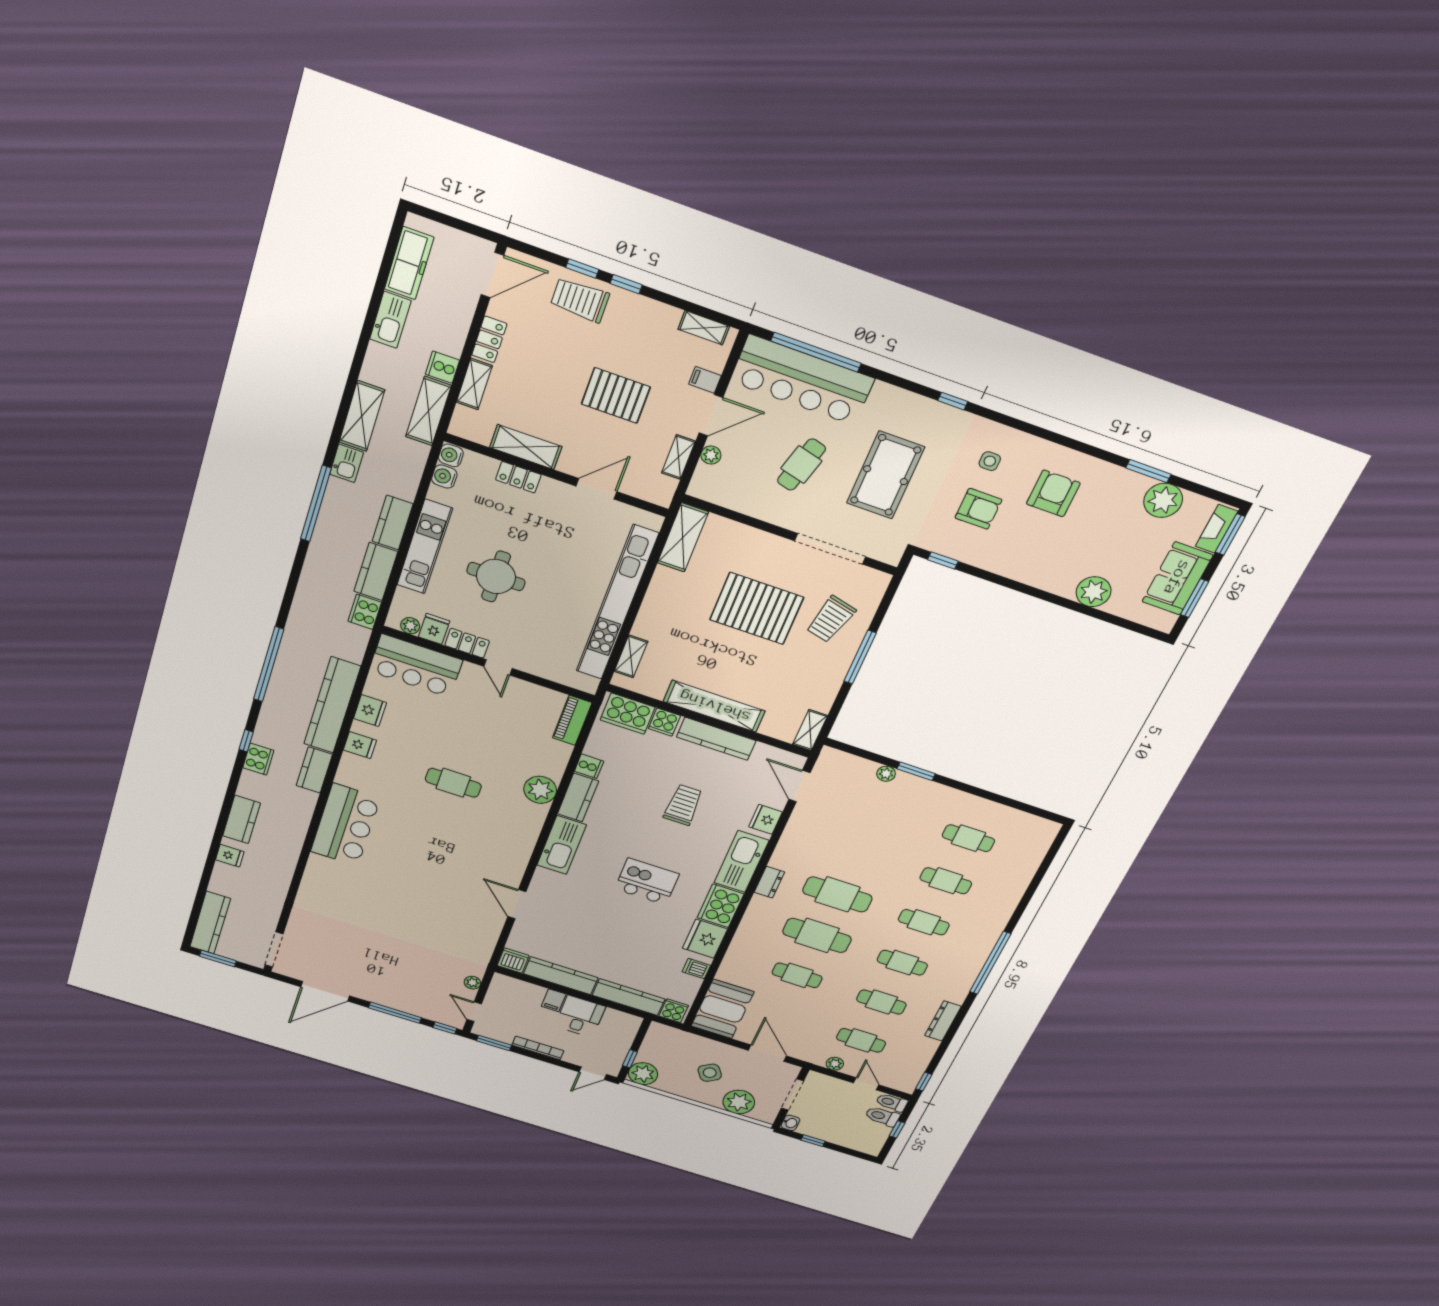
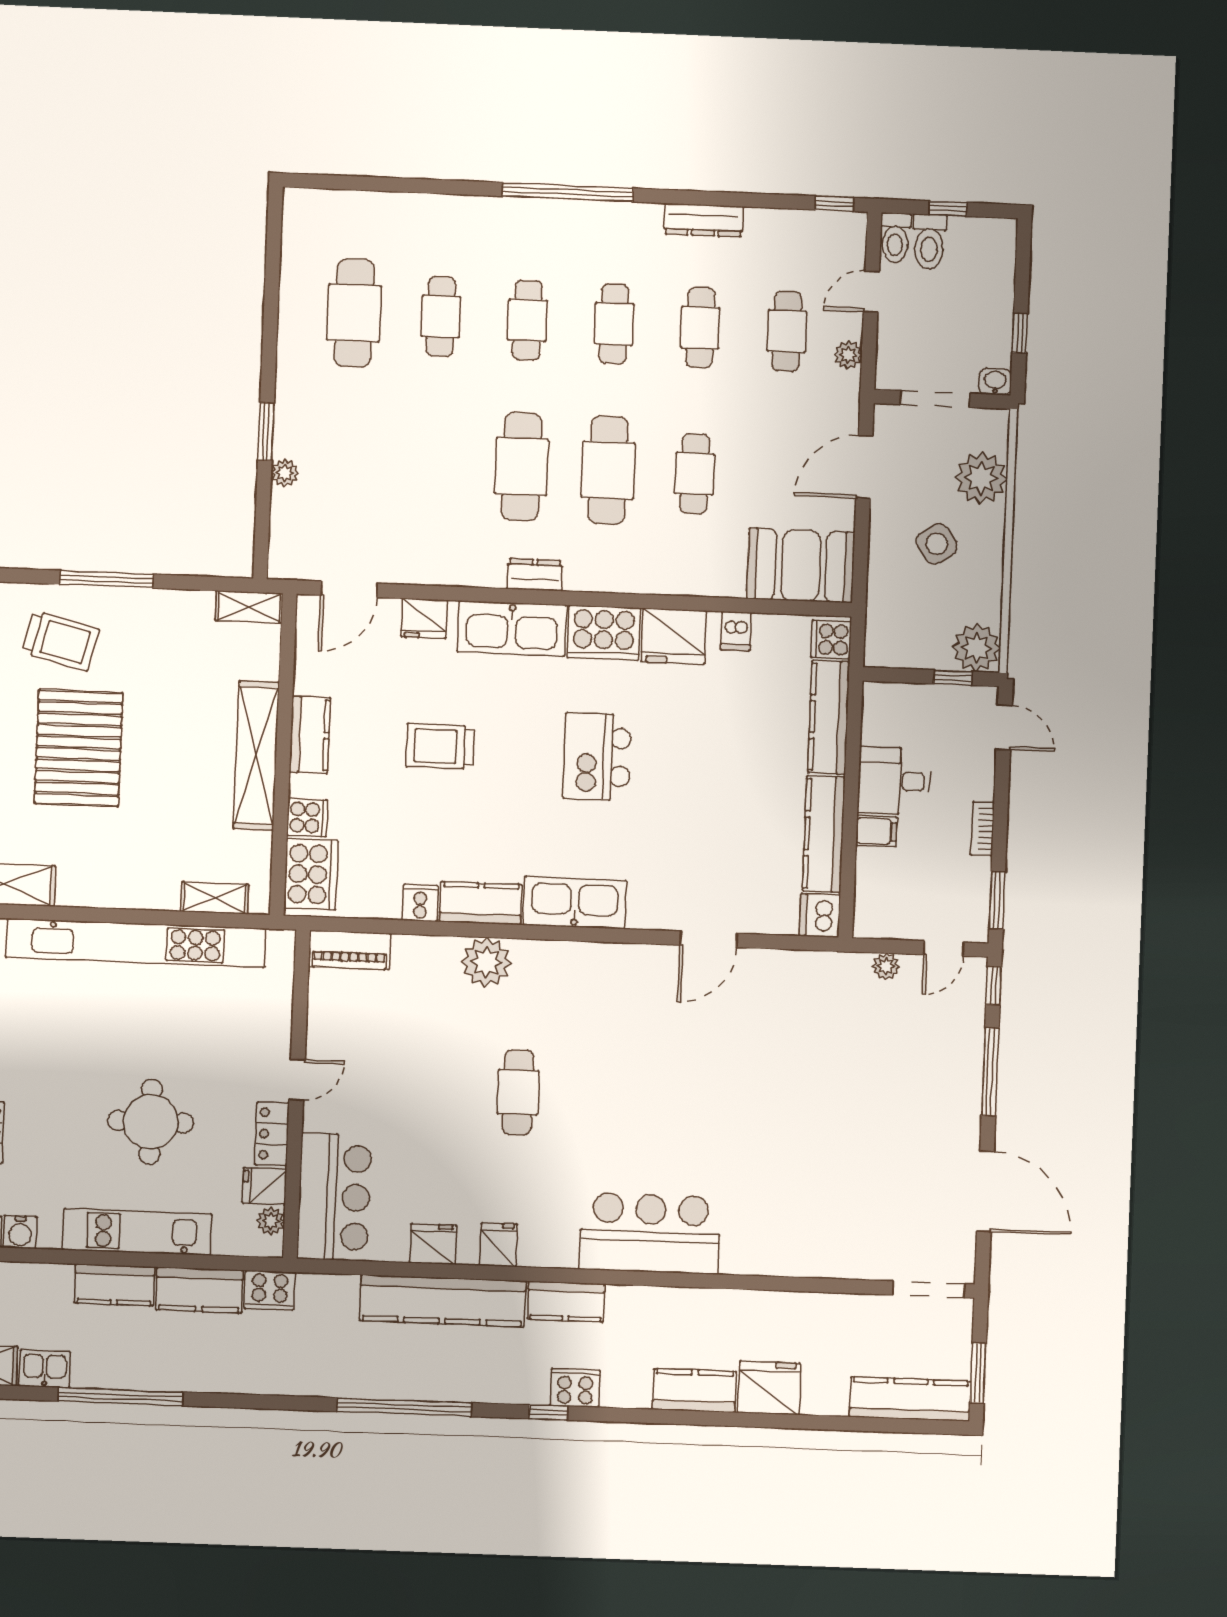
kitchen counter: (716, 739) -> (310, 735), width x0.67
cafe table: (968, 838) -> (354, 313), width x1.37, depth x1.35
fridge: (230, 856) -> (769, 1388), width x1.88, depth x1.34
bookcase: (538, 1048) -> (983, 829), width x0.64

